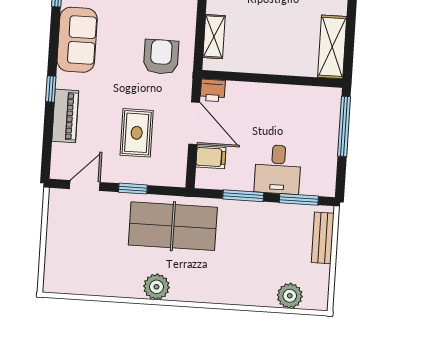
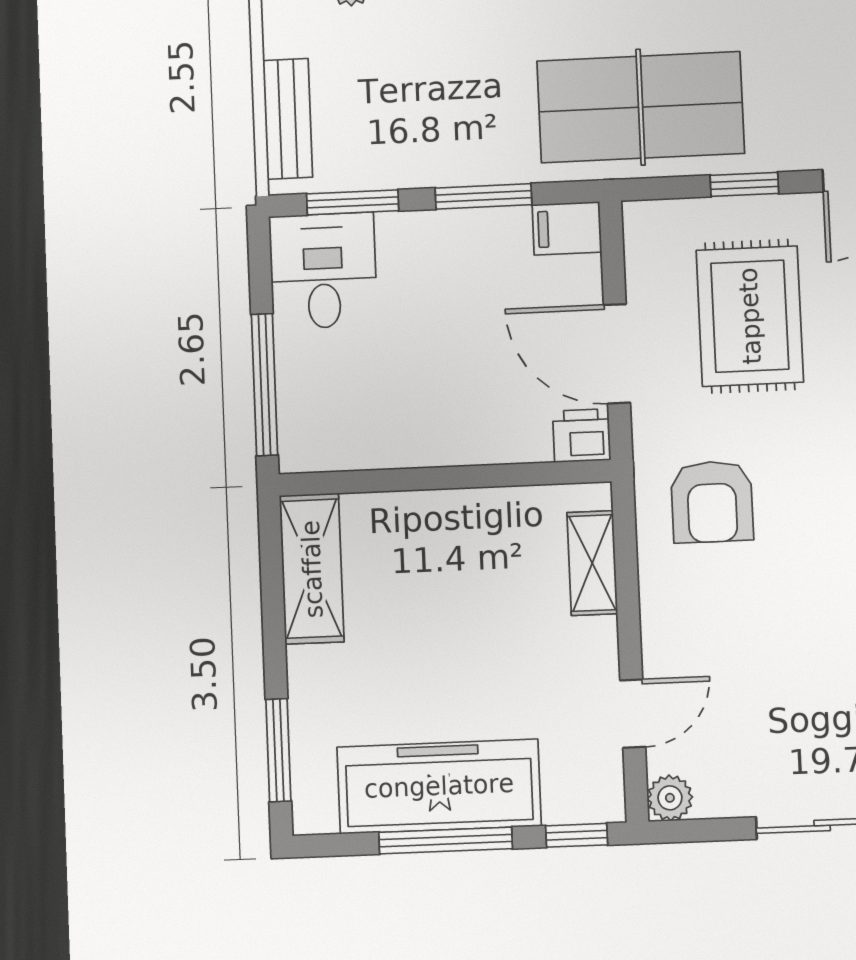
rug: (137, 133) -> (750, 316), width x1.36, depth x1.43
filing cabinet: (211, 157) -> (567, 228), moved
desk: (278, 169) -> (323, 271), moved

